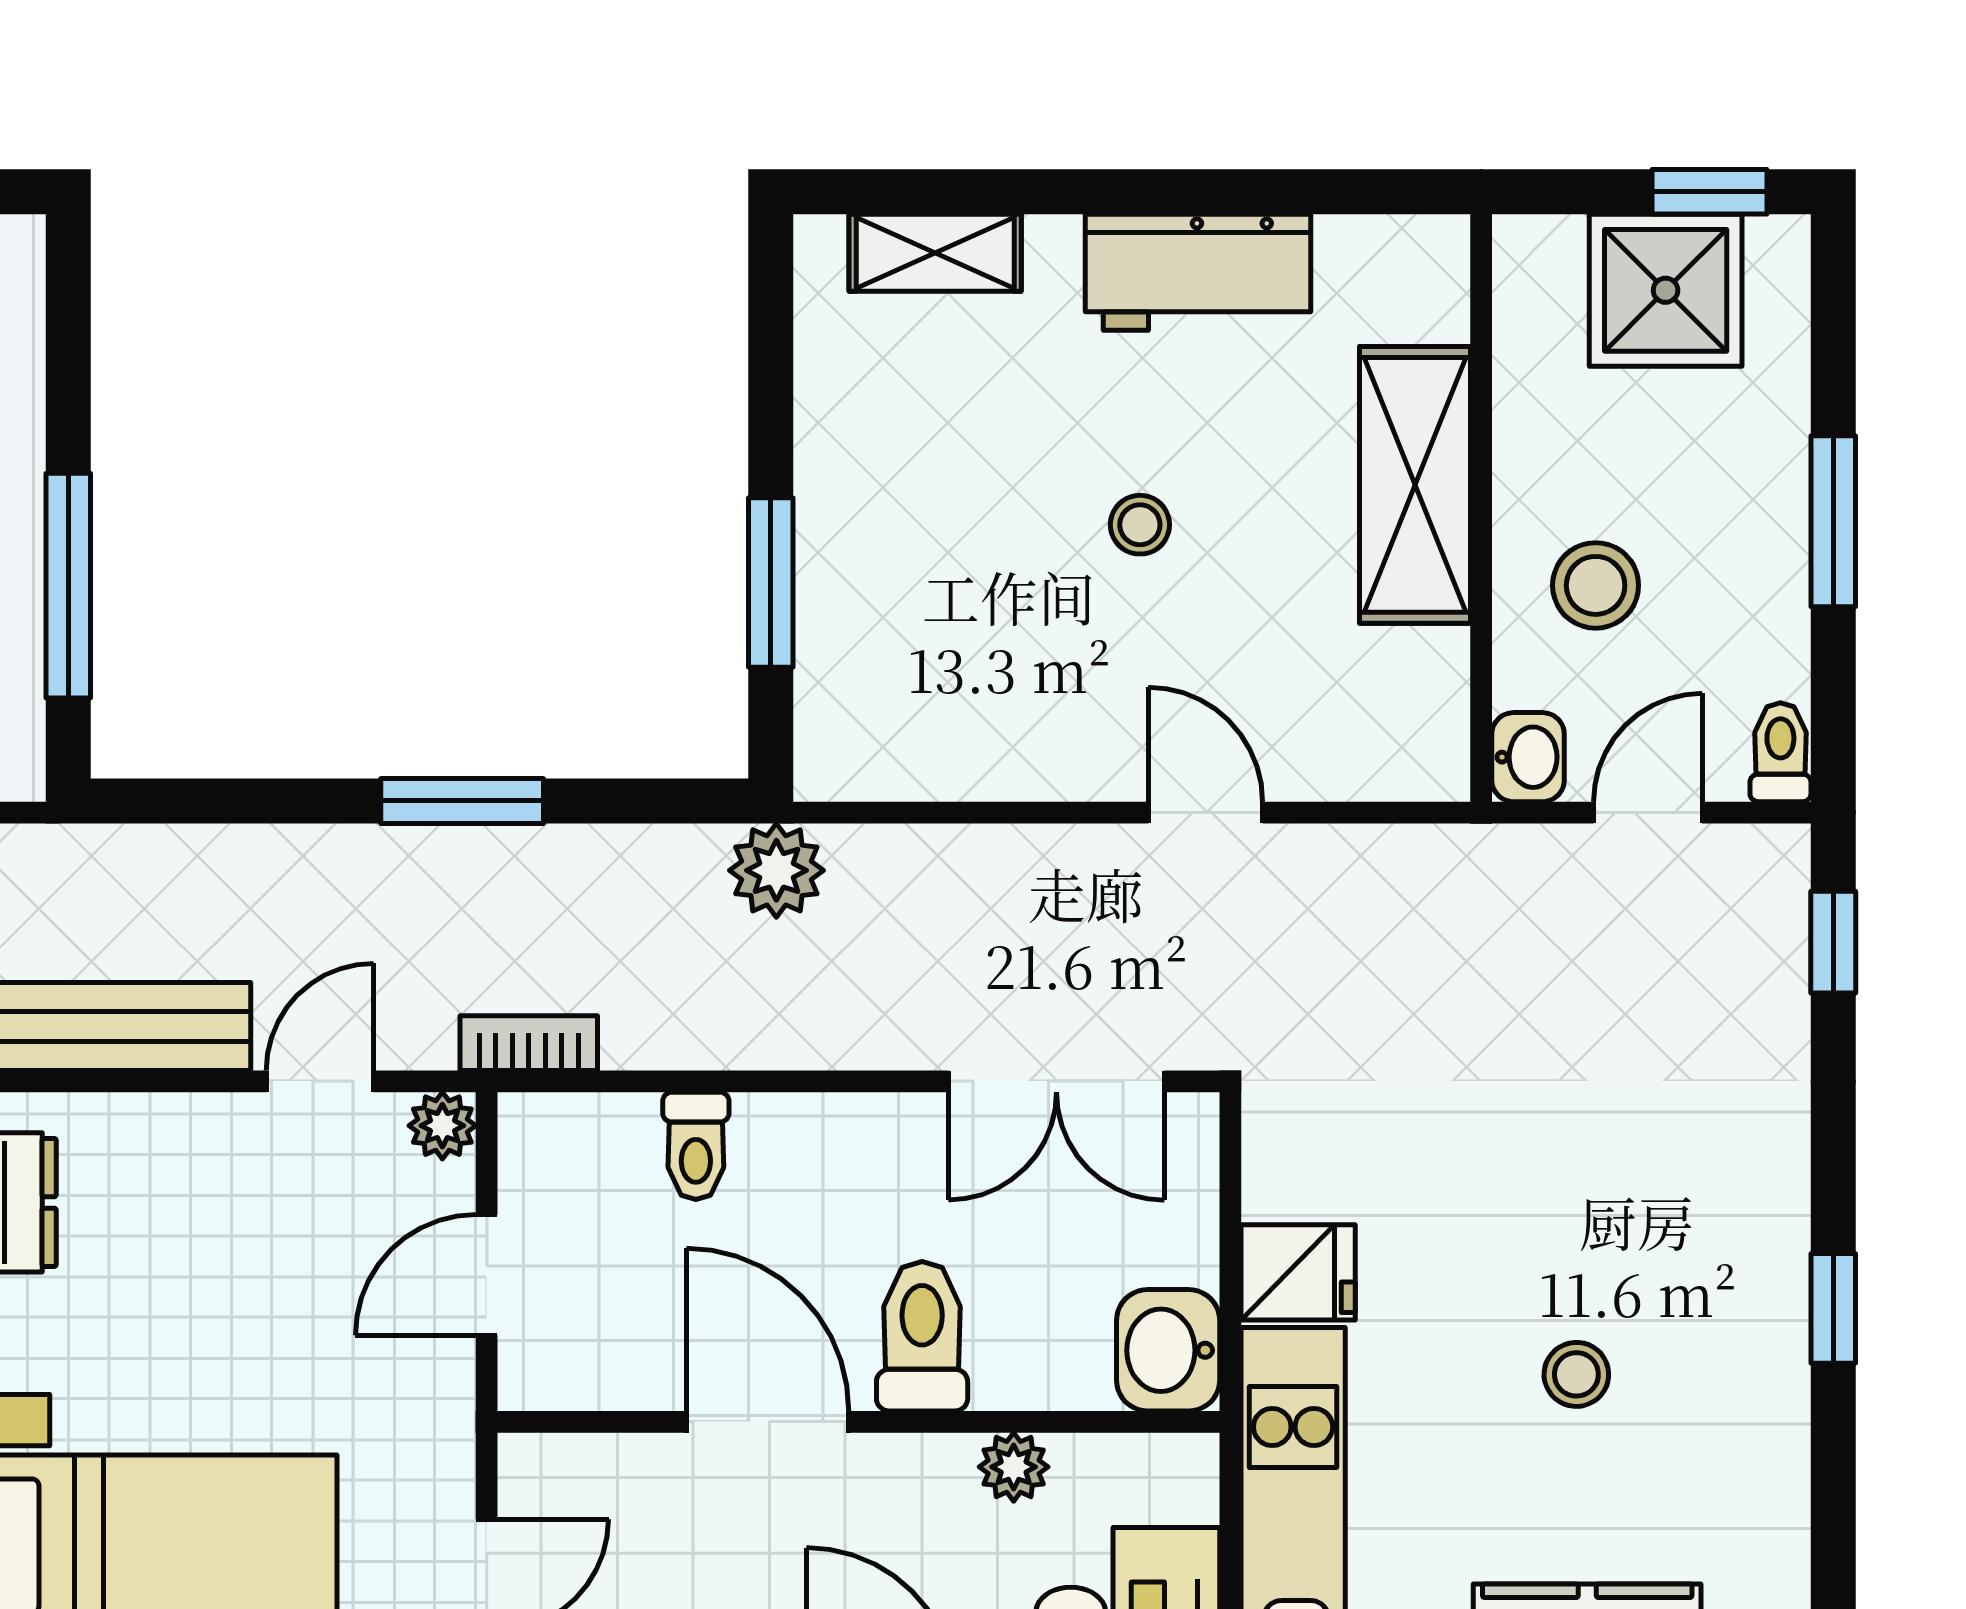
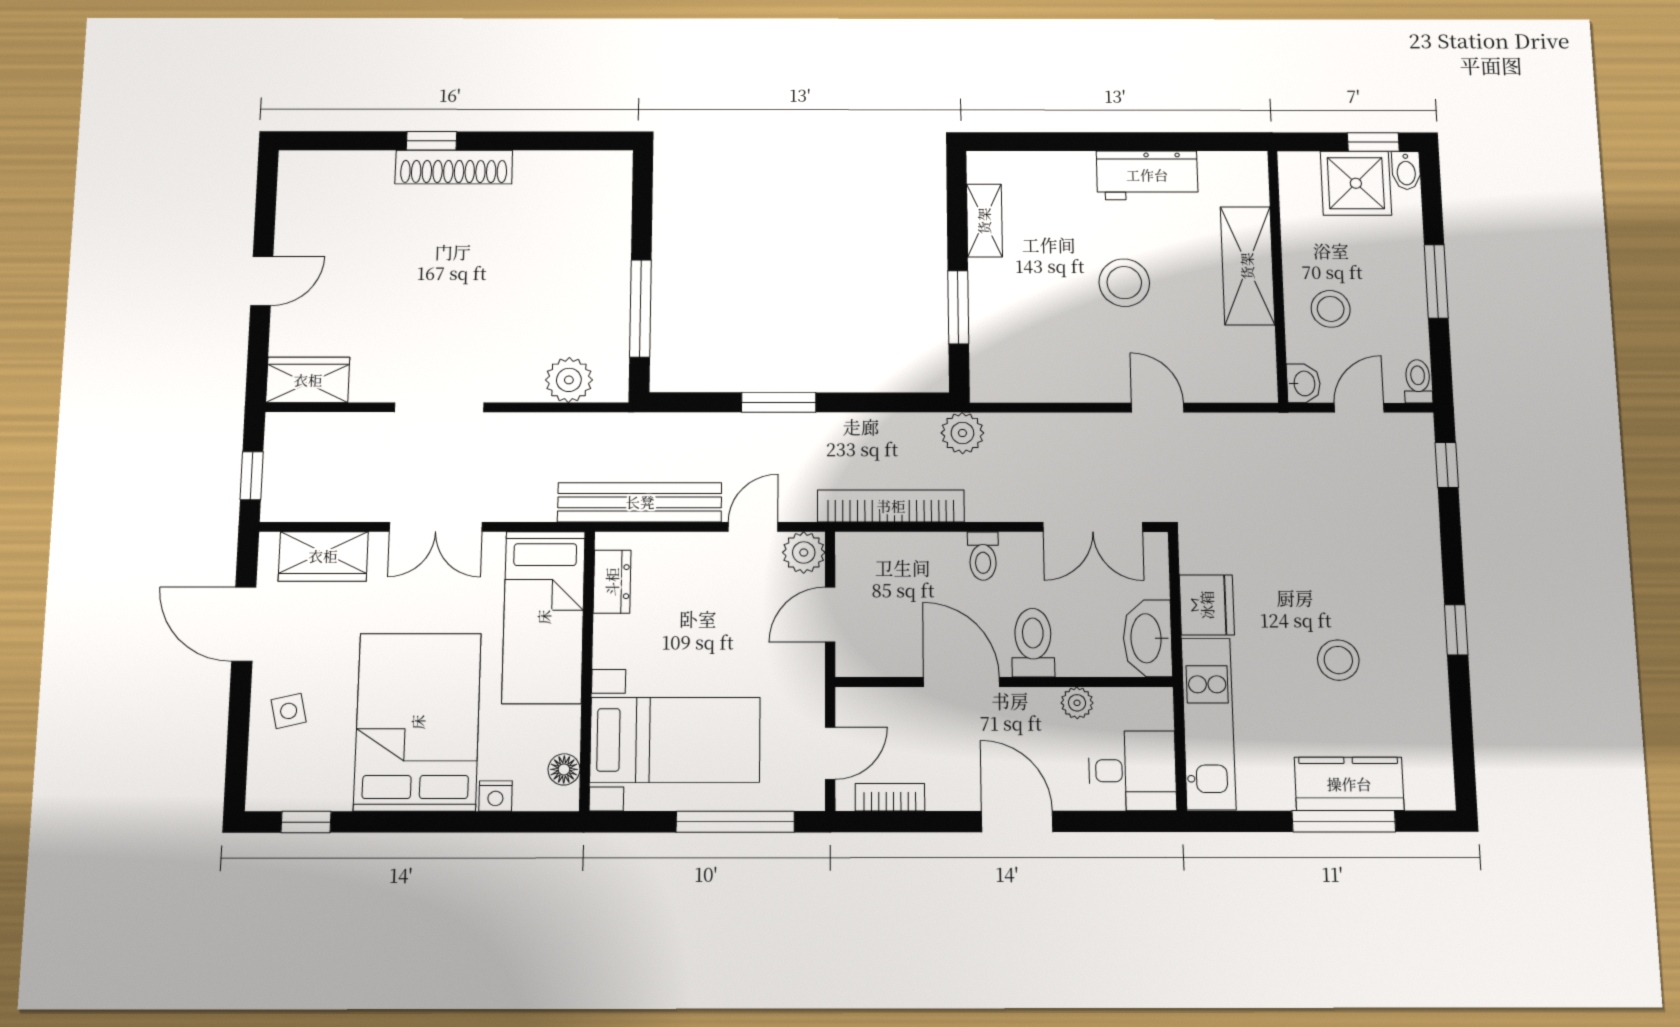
shelving: (935, 253) -> (984, 221), moved, turned 90
bidet: (1780, 260) -> (1406, 170), added
stool: (1140, 525) -> (1124, 283), width x1.89, depth x1.89
window: (462, 801) -> (779, 402), moved
bookcase: (529, 1043) -> (891, 506), width x2.31, depth x1.31
plant: (442, 1126) -> (804, 552), width x1.38, depth x1.38
toilet: (696, 1146) -> (983, 556), moved
fridge: (1298, 1272) -> (1207, 605), width x1.38
washbasin: (1168, 1350) -> (1147, 638), width x1.38
stool: (1576, 1374) -> (1338, 660), width x1.37, depth x1.37

